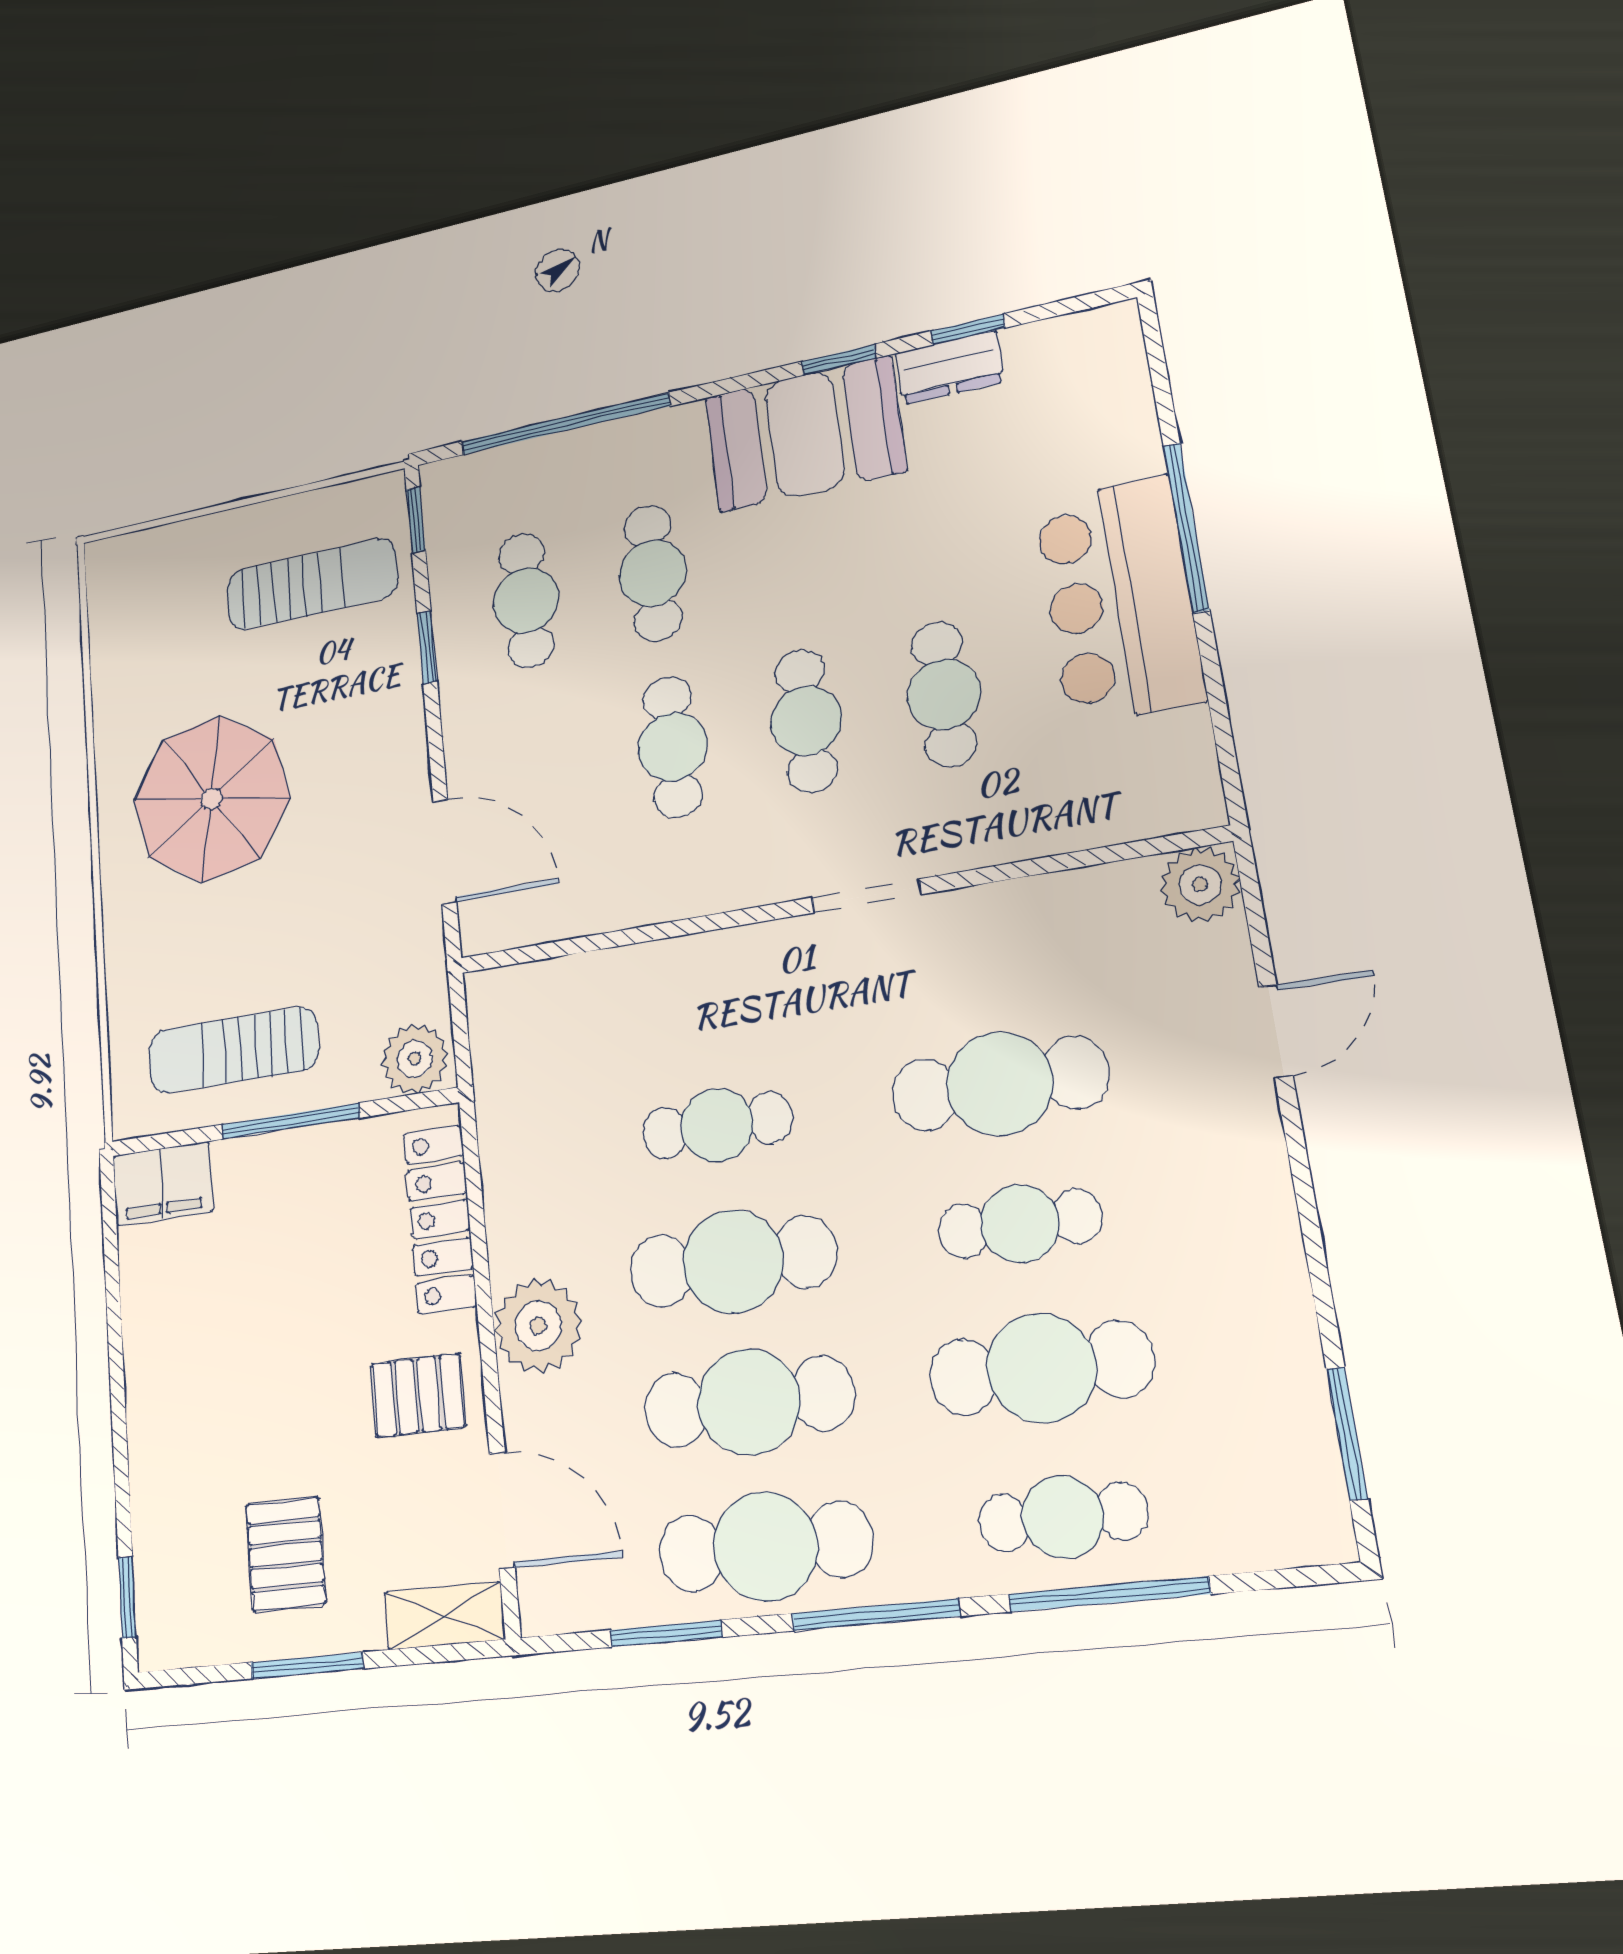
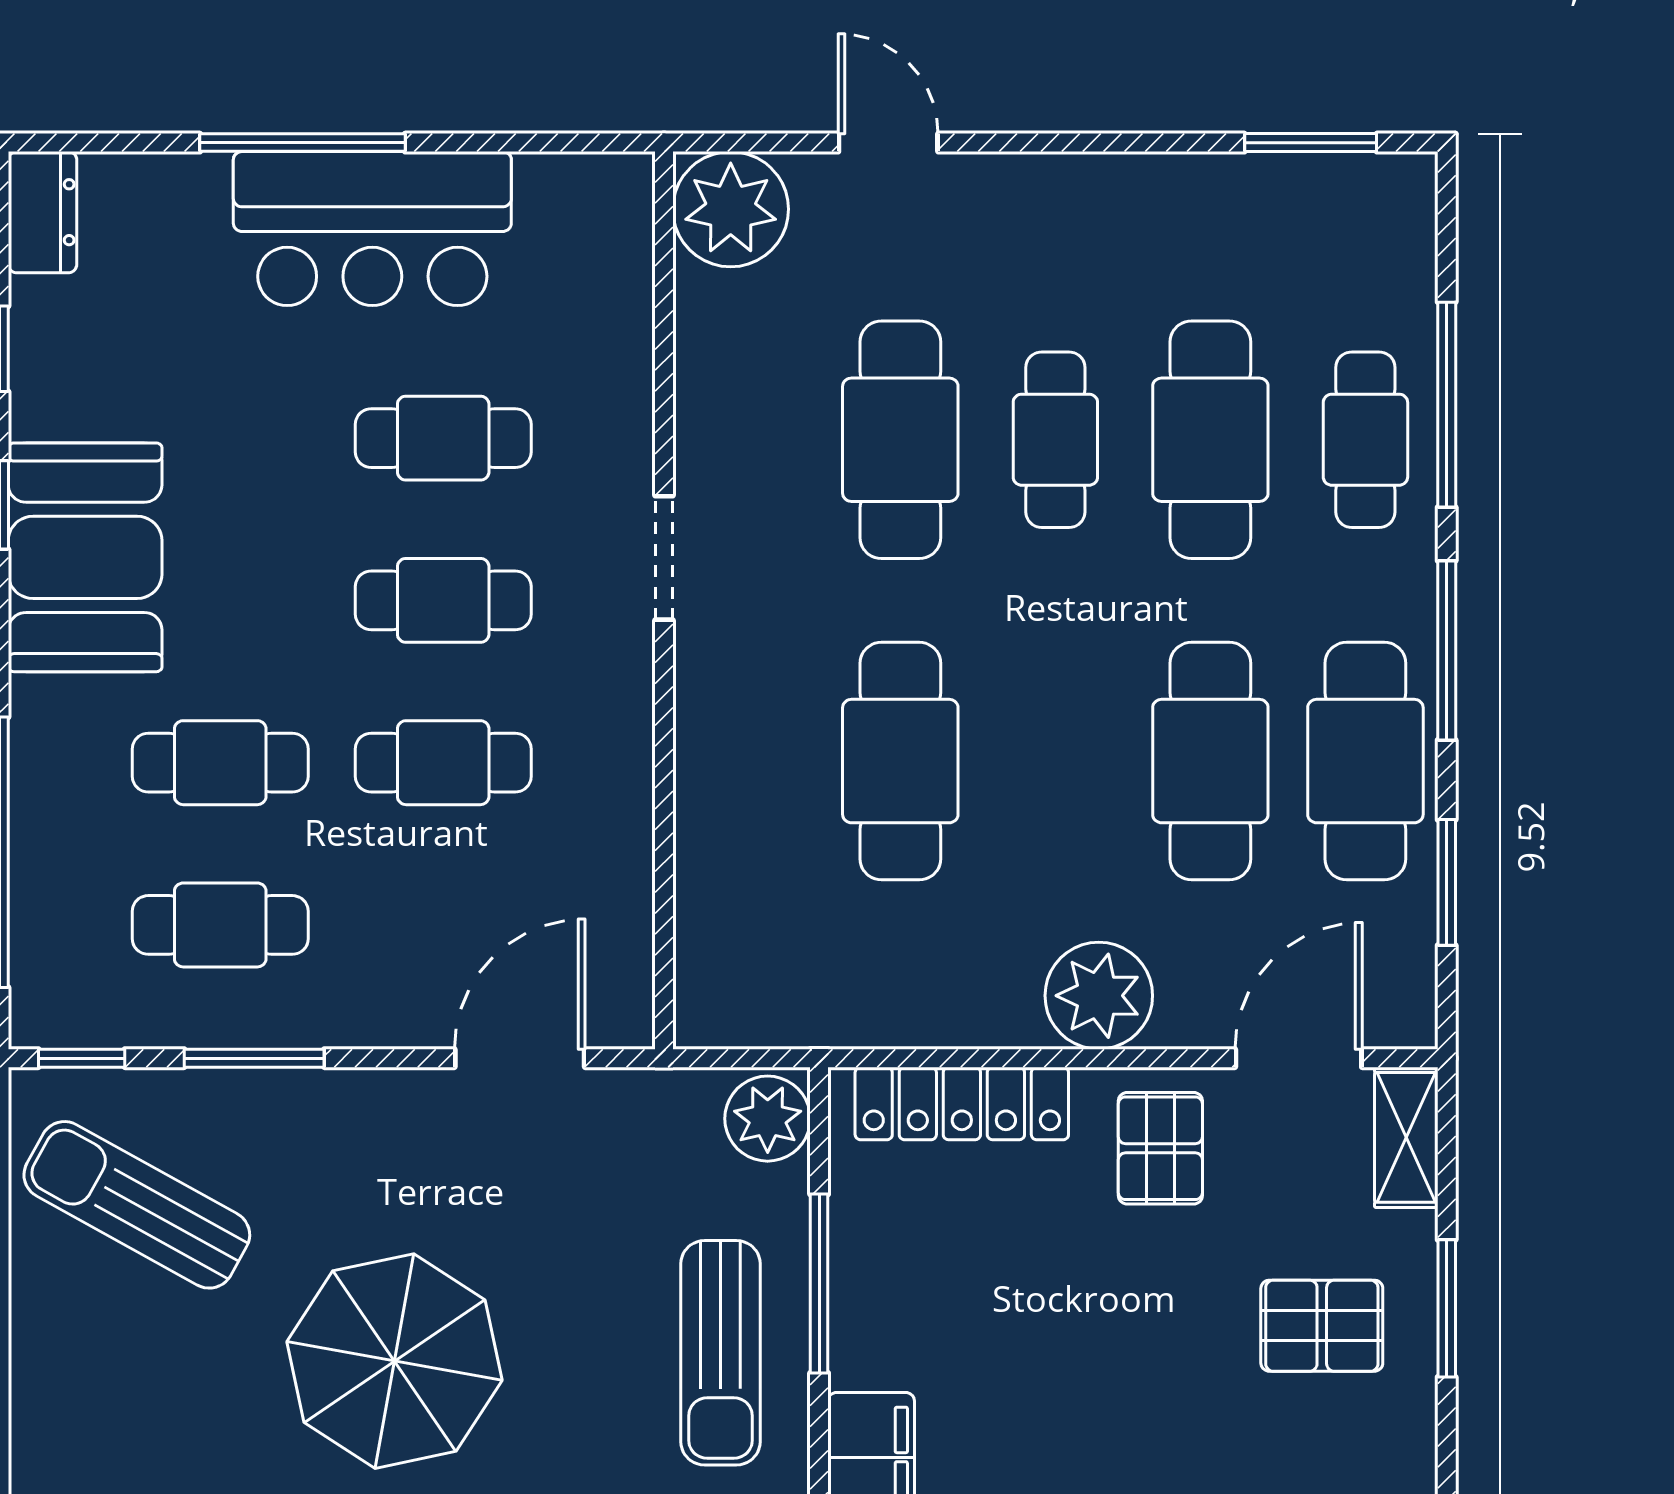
dresser: (950, 368) -> (42, 212), moved
sun lounger: (312, 584) -> (137, 1205), turned -61
window: (427, 647) -> (254, 1058), width x1.50
plant: (1200, 884) -> (731, 209), width x1.36, depth x1.36
cafe table: (717, 1125) -> (900, 761), width x1.37, depth x1.35
cafe table: (733, 1261) -> (1055, 761), removed

